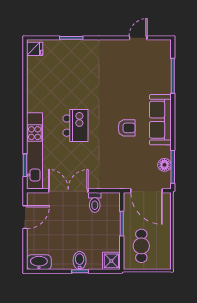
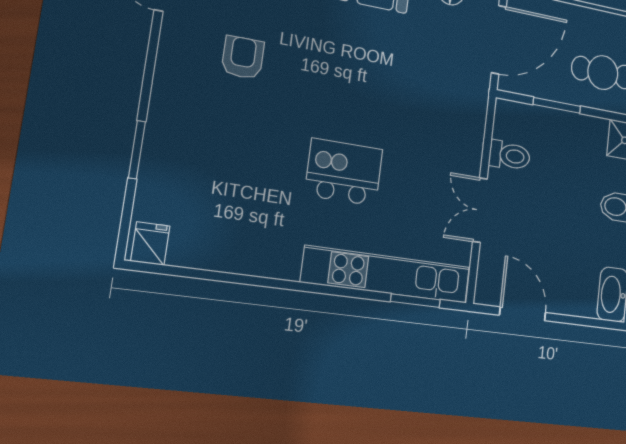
armchair: (127, 128) -> (243, 58), moved
double door: (68, 191) -> (480, 210), width x0.73

